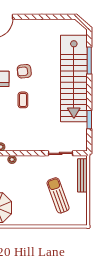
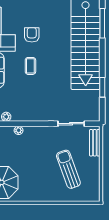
armchair: (24, 71) -> (32, 35), turned 96
bench: (82, 175) -> (95, 143), width x0.73

